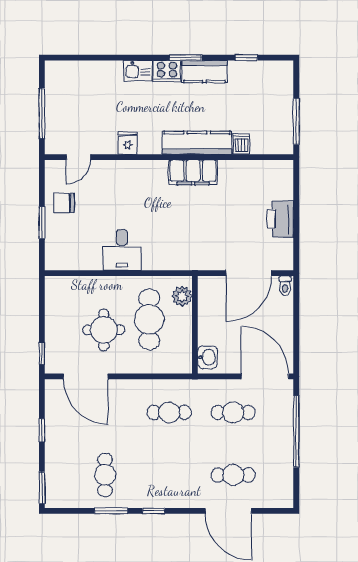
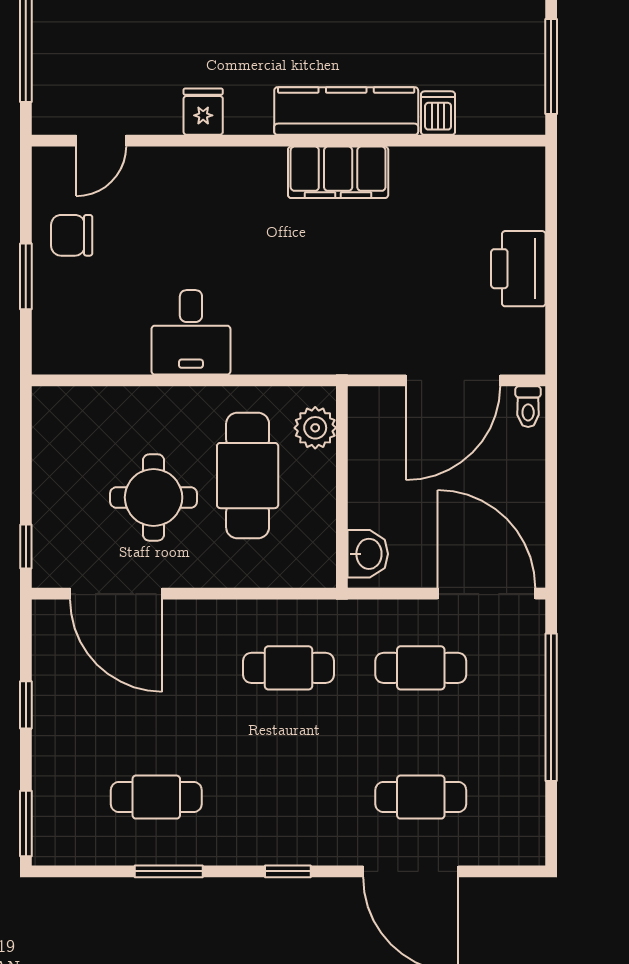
cafe table: (105, 475) -> (156, 797), turned 90
window: (154, 511) -> (288, 871), moved

